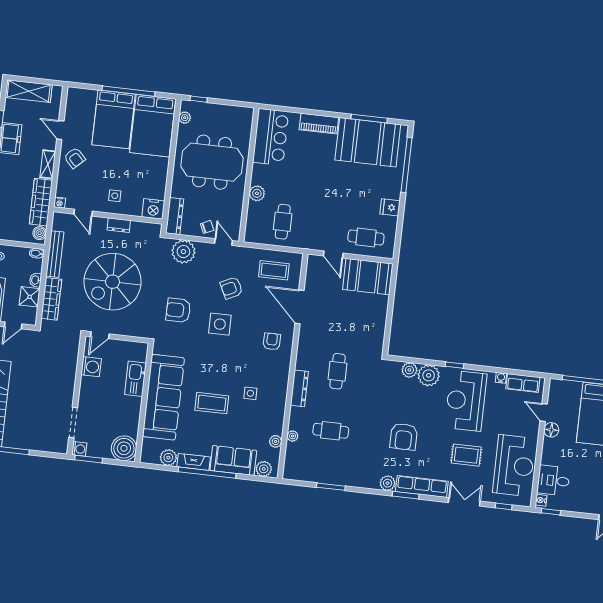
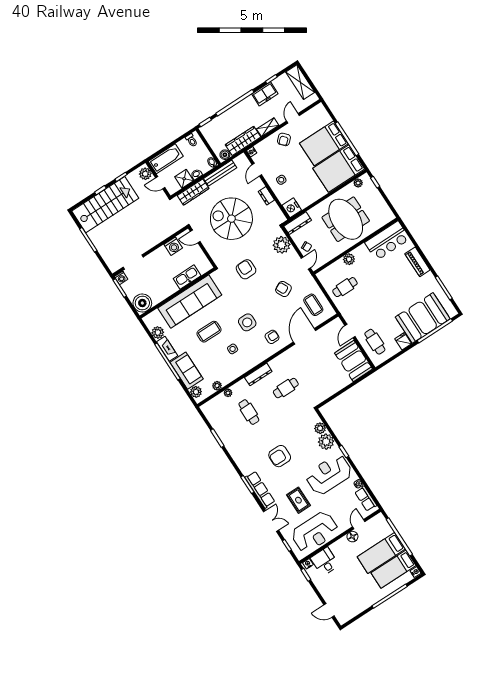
booth: (368, 142) -> (423, 318), moved, turned 90
side table: (220, 324) -> (247, 322), moved
coffee table: (212, 403) -> (209, 332), turned 90
plant: (388, 483) -> (246, 469), removed

